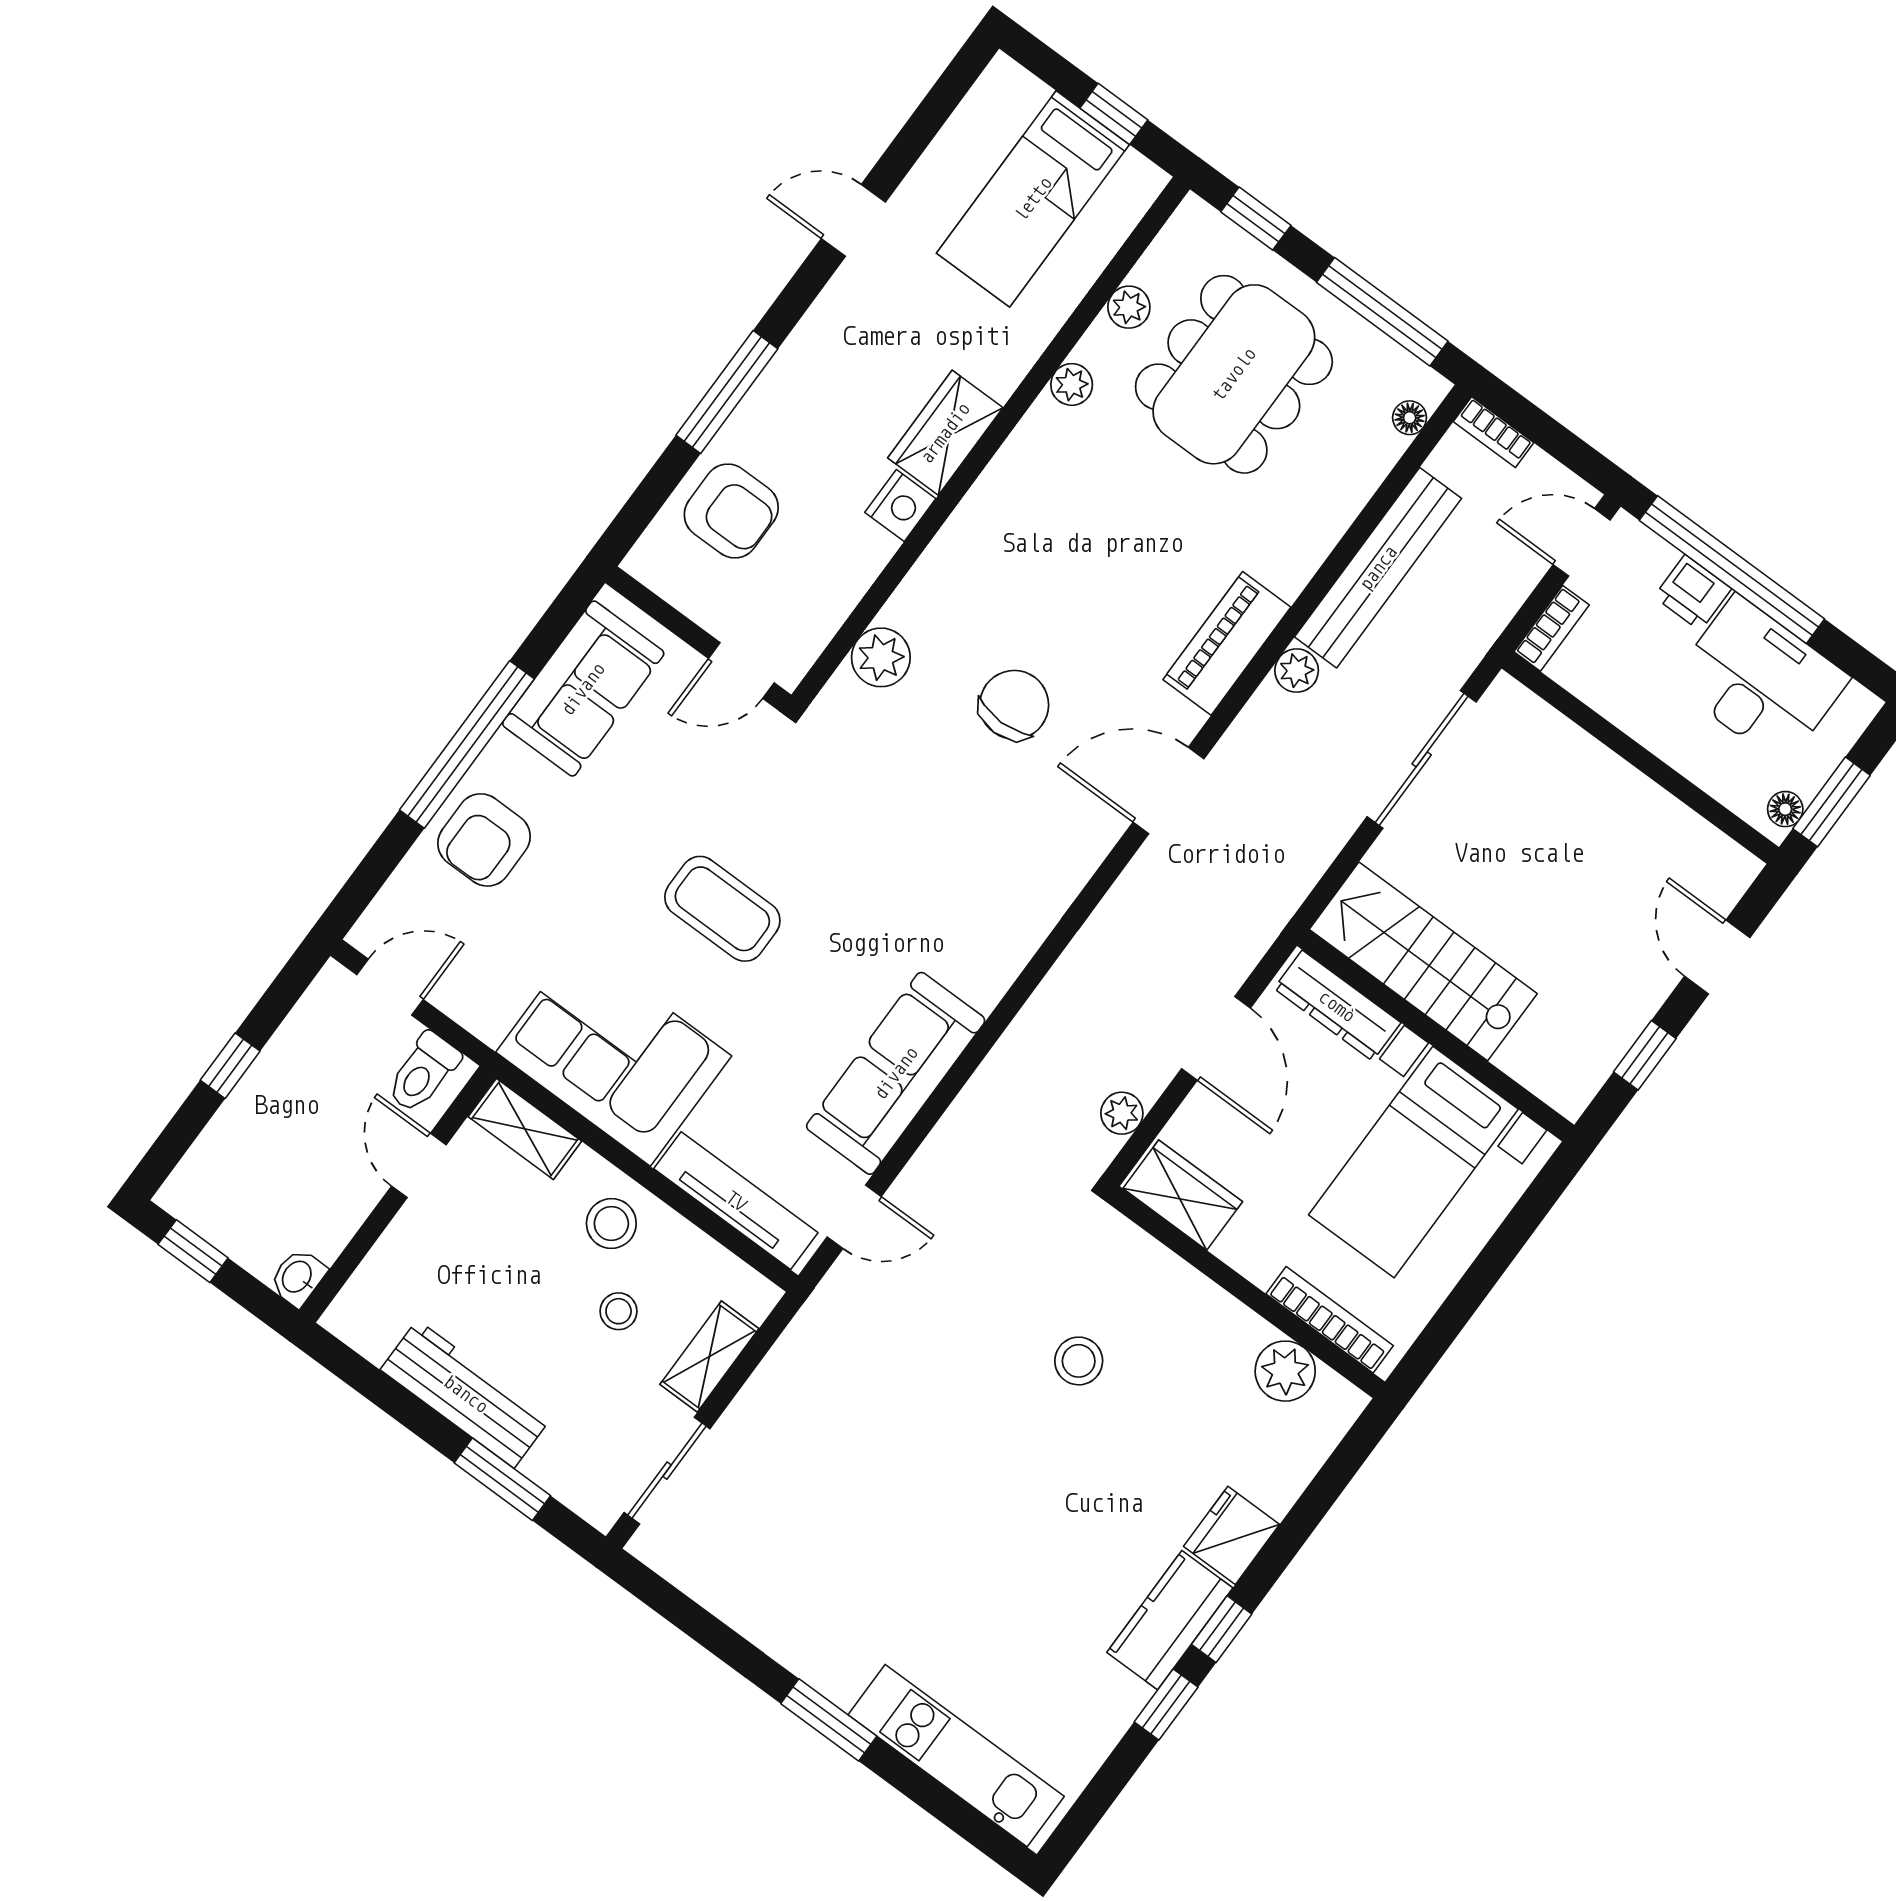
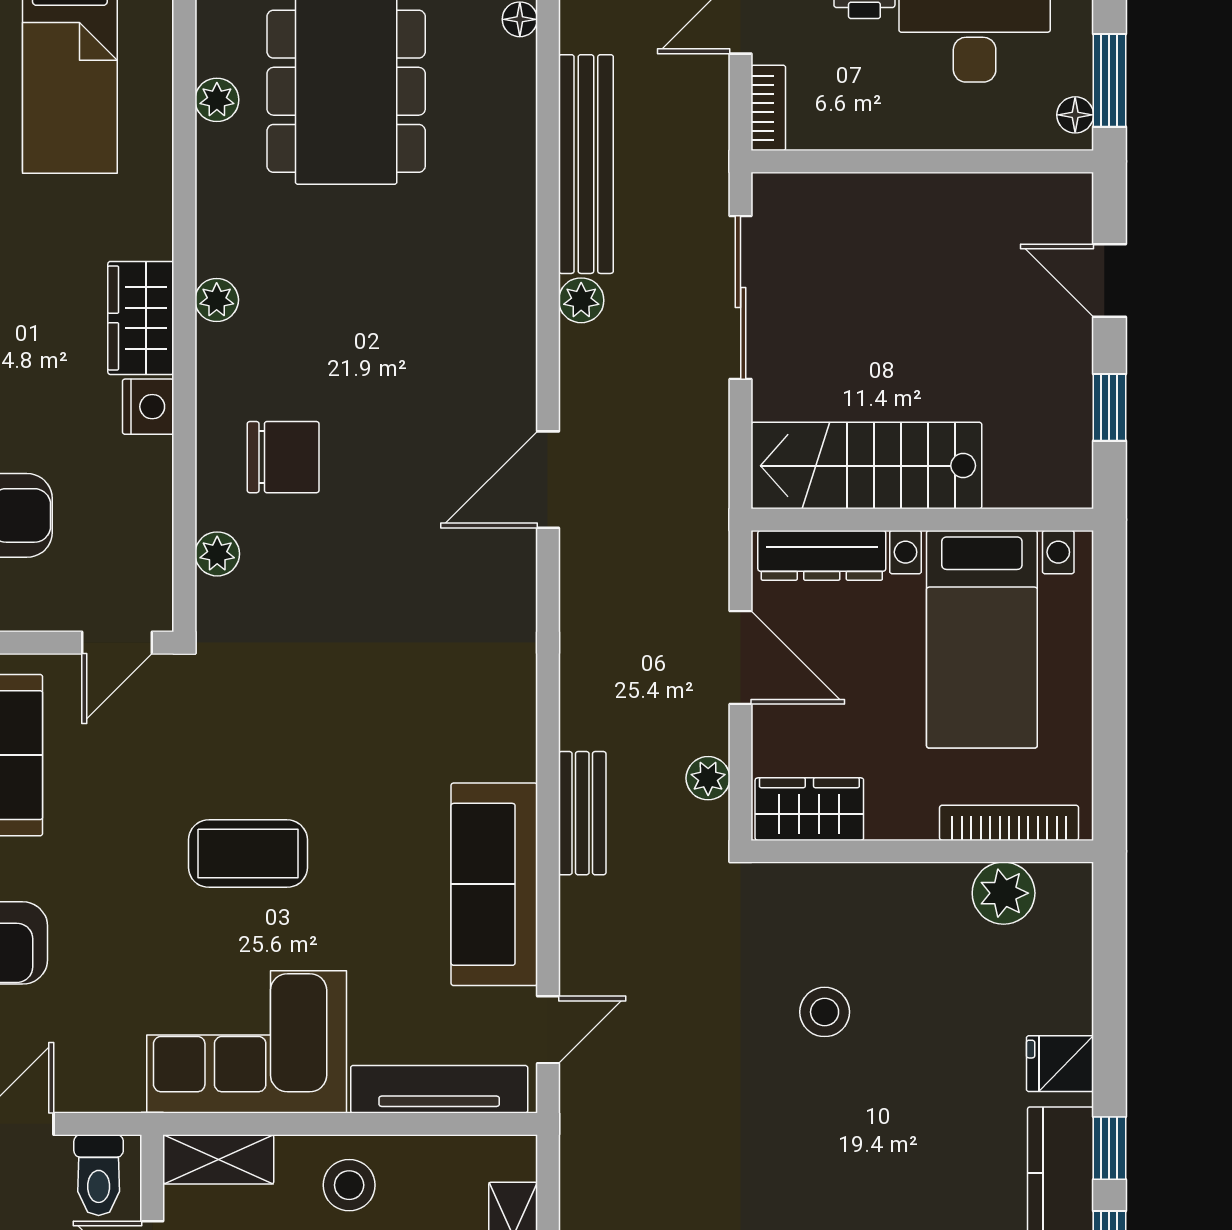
plant: (1072, 384) -> (217, 300), moved
piano: (1227, 643) -> (506, 321), removed
plant: (881, 657) -> (217, 554), width x0.73, depth x0.73
chair: (1014, 705) -> (283, 457), moved, turned 90
bench: (1004, 1069) -> (582, 813), added
fridge: (1232, 1535) -> (1060, 1064), width x0.72

